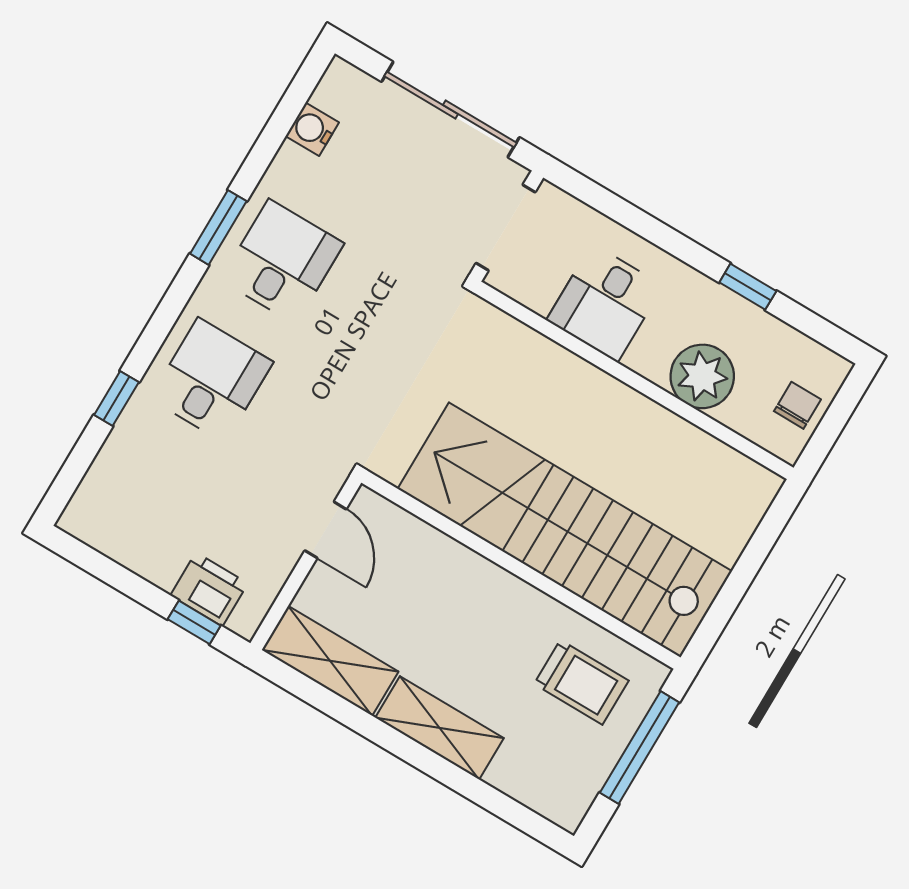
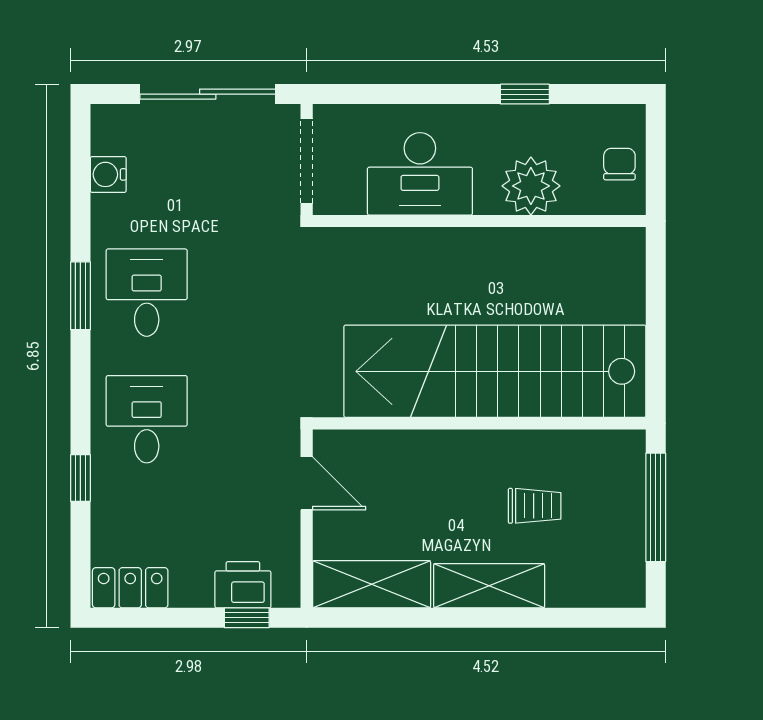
desk: (605, 303) -> (420, 174), width x1.37
locker: (102, 529) -> (130, 588), added
trolley: (581, 682) -> (535, 506), moved, width x0.73, depth x0.72

